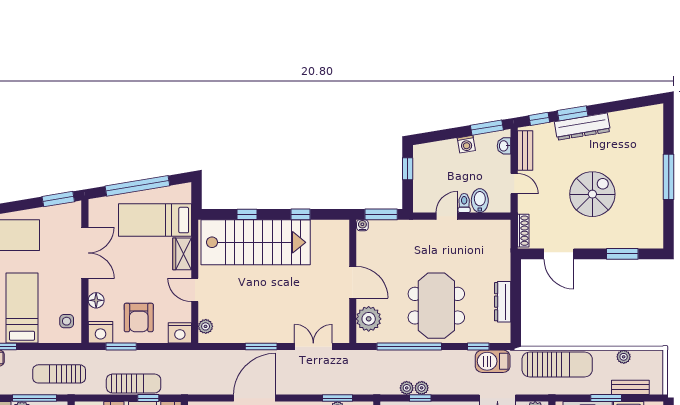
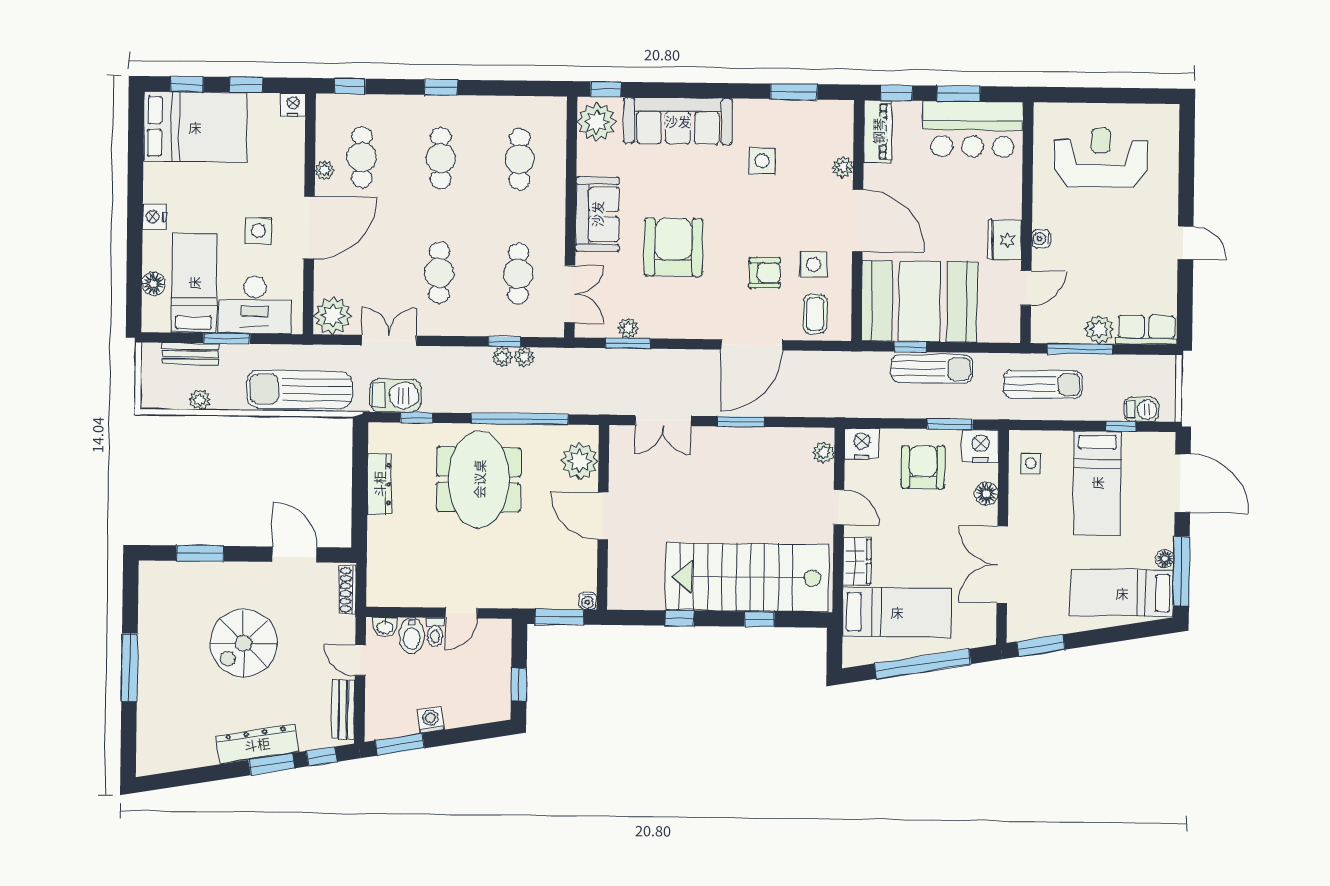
washbasin: (504, 146) -> (385, 627), moved, turned 90
sun lounger: (134, 384) -> (932, 369), turned 180

